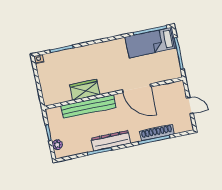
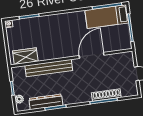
door: (137, 88) -> (92, 55), swing flipped
wardrobe: (85, 90) -> (25, 56), moved
dresser: (111, 141) -> (46, 102), moved

